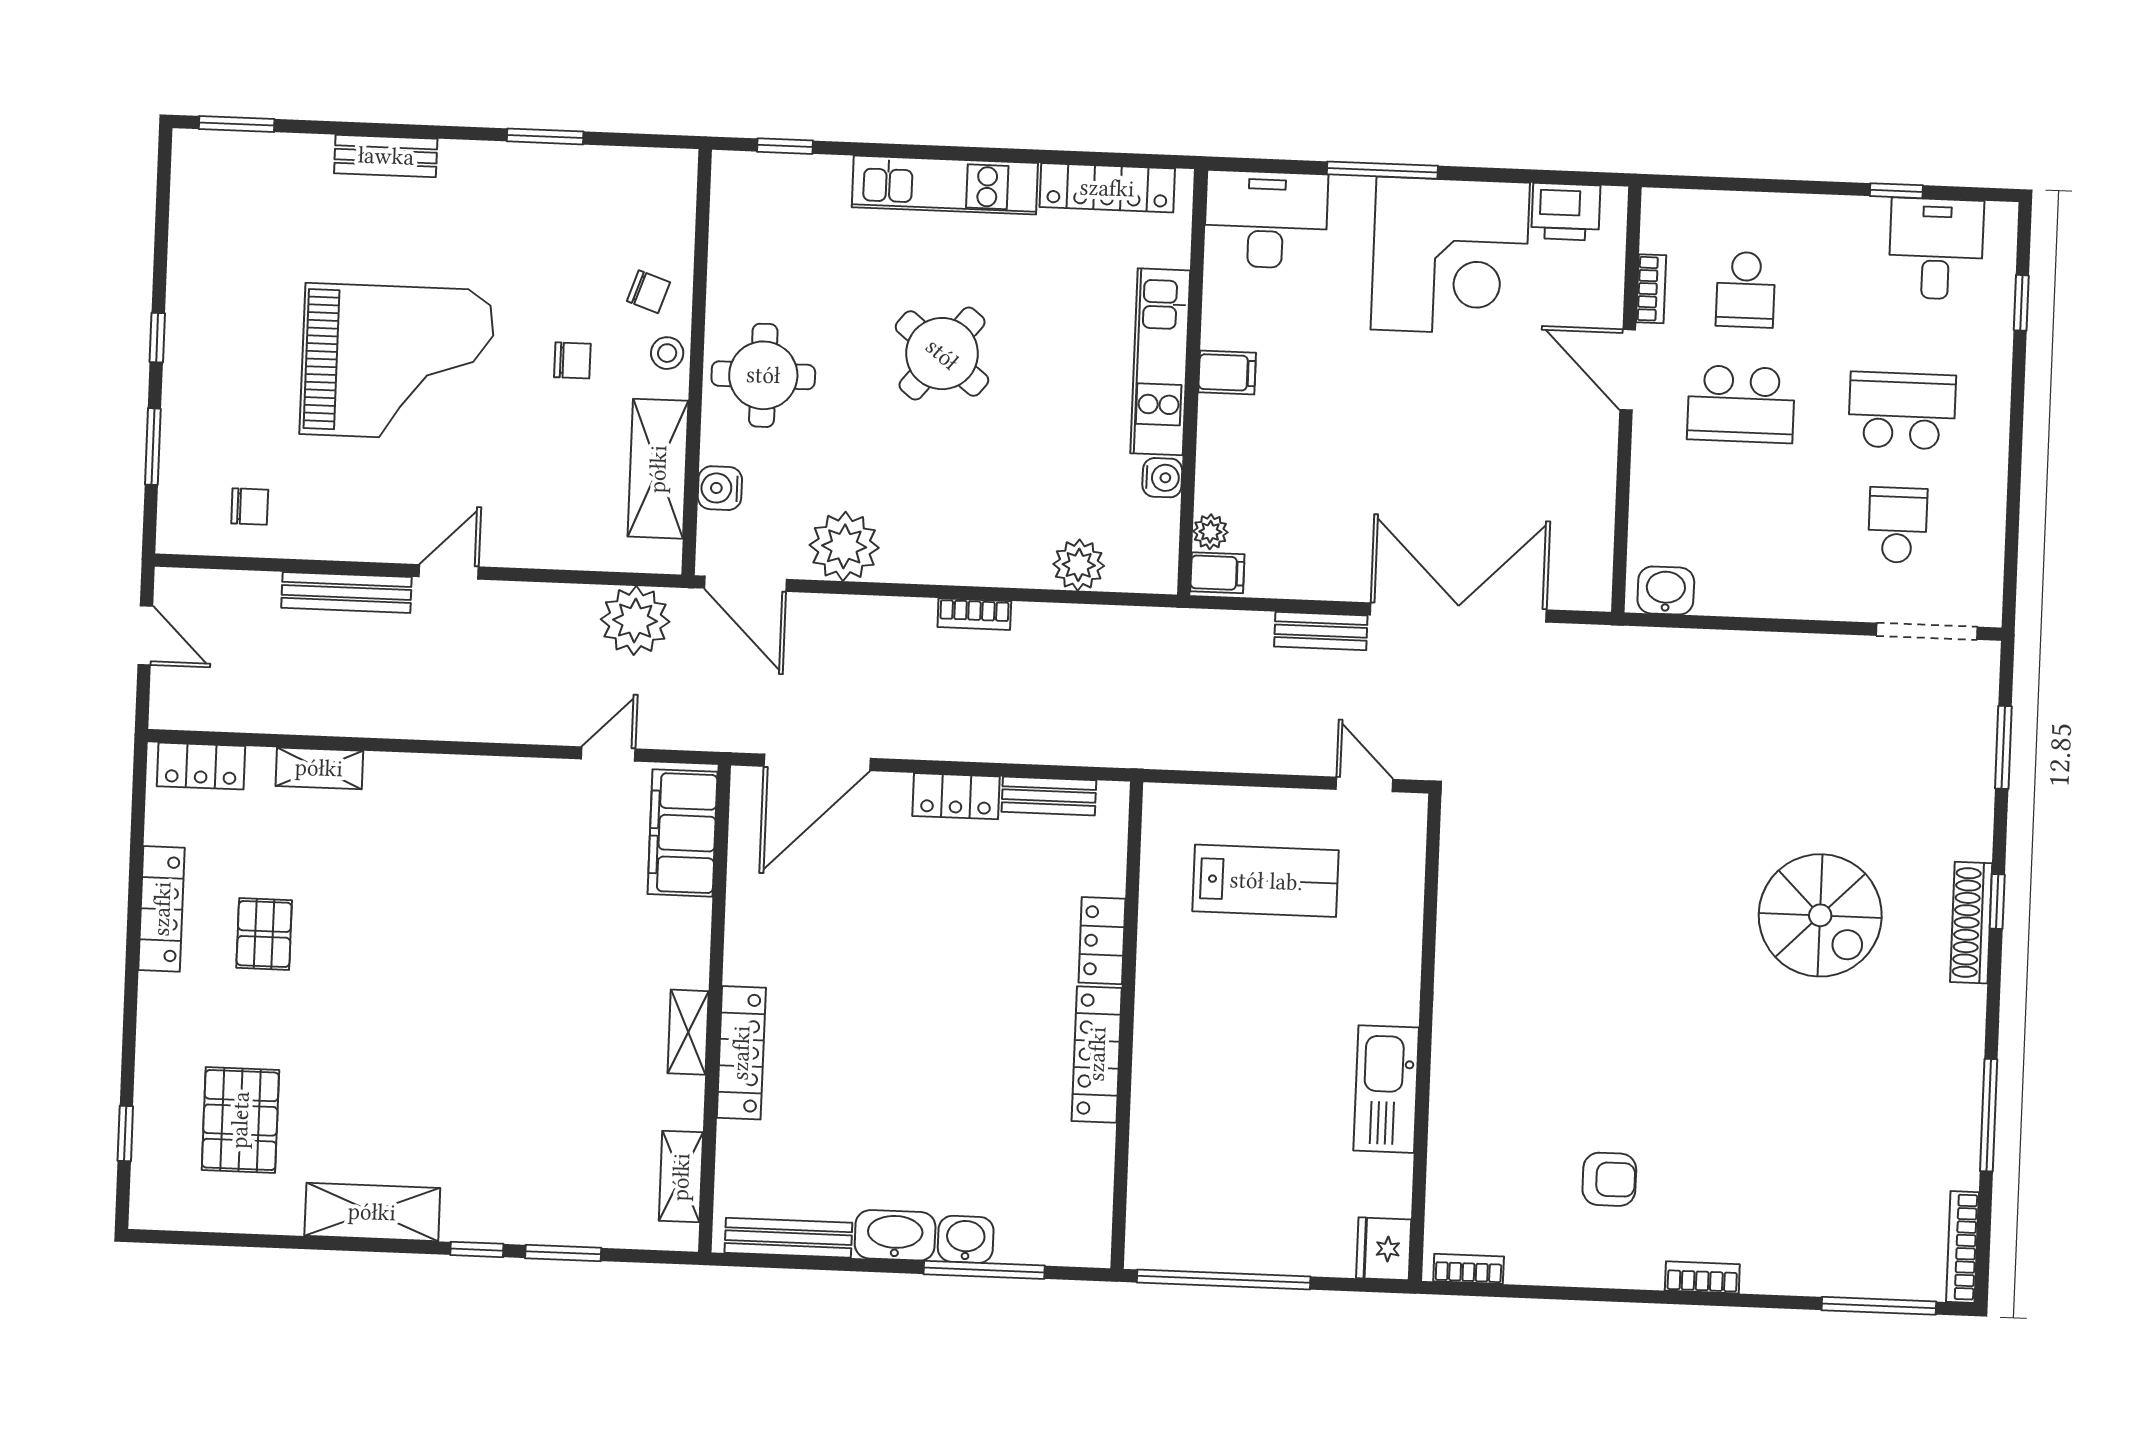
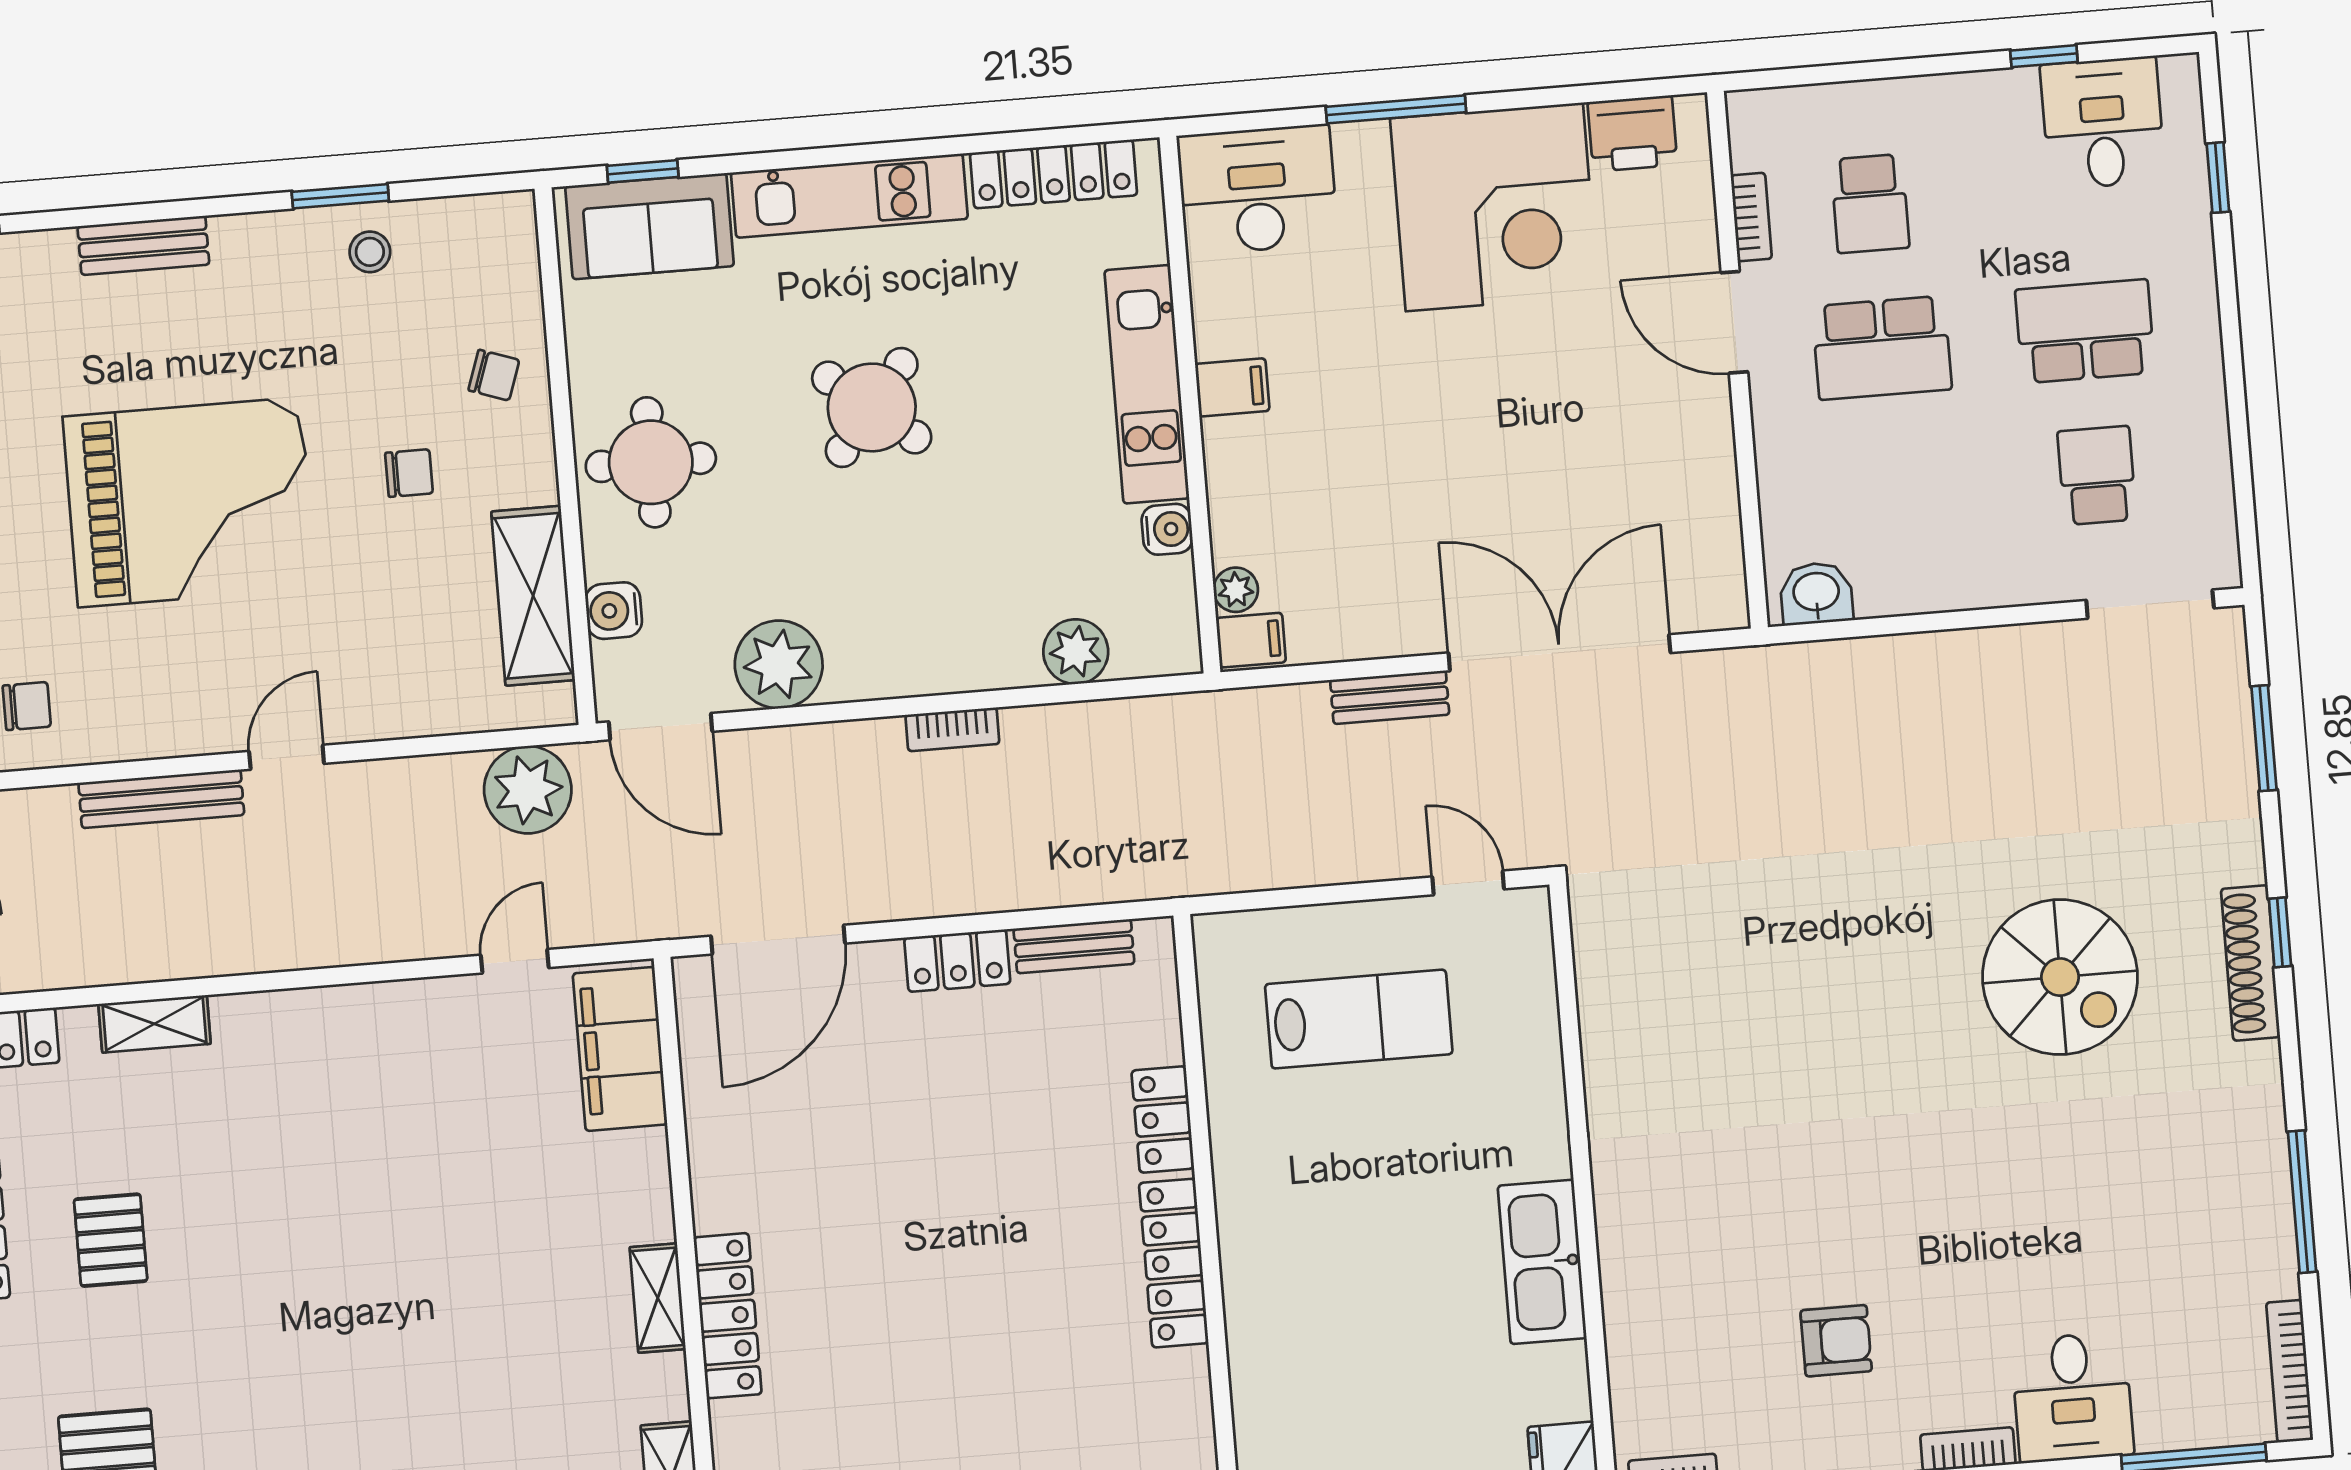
sofa: (785, 190) -> (649, 226), added
stool: (667, 353) -> (370, 252), moved
desk: (1789, 1247) -> (2072, 1397), added

